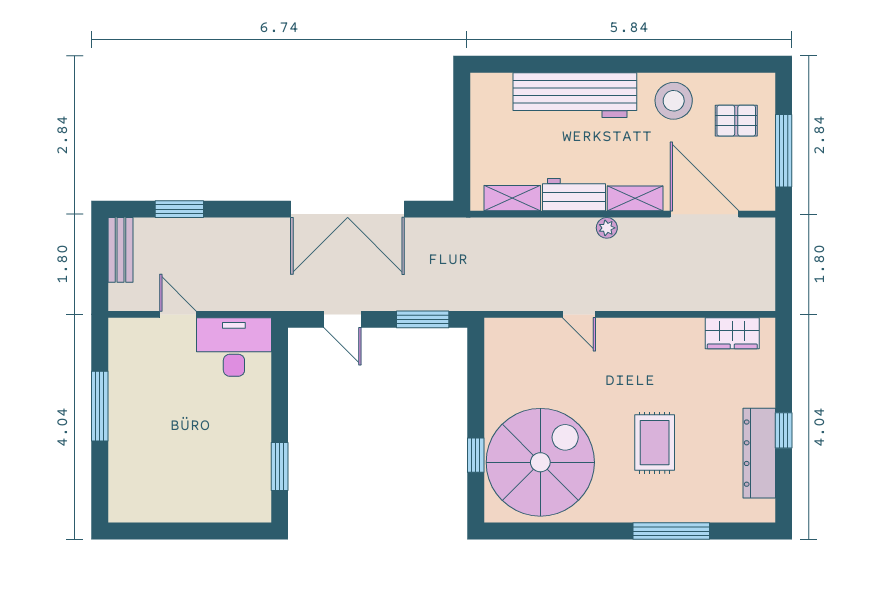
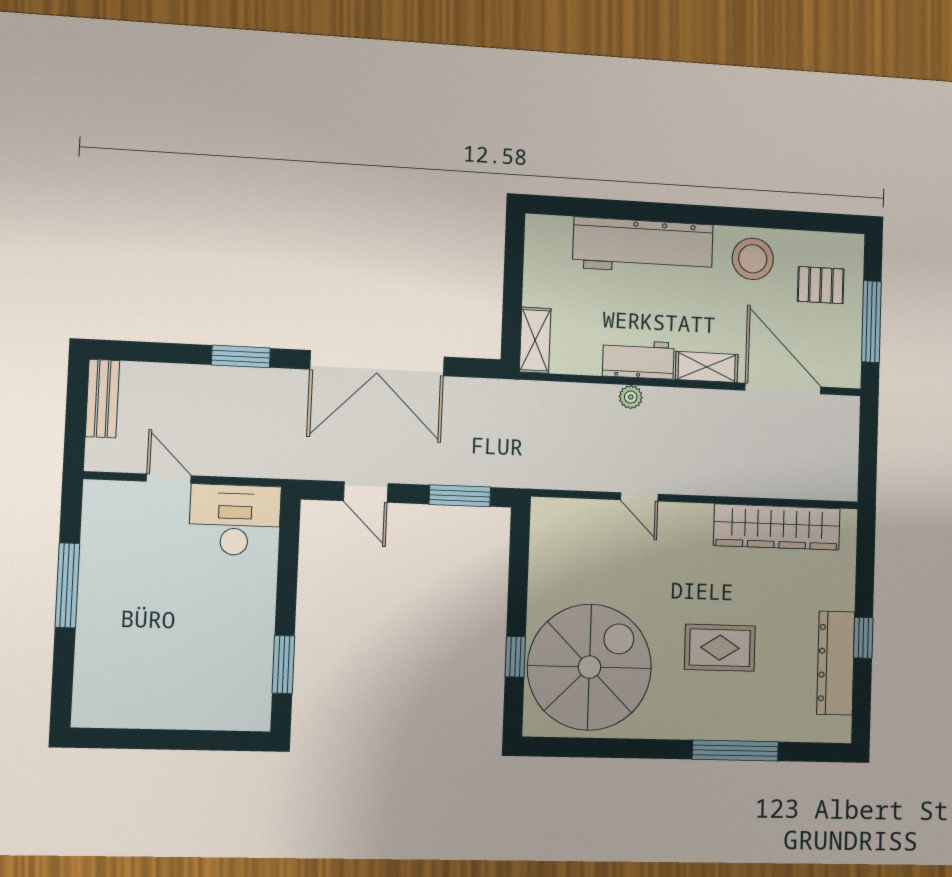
shelving: (512, 198) -> (535, 340), moved, turned 90
window: (179, 209) -> (241, 356), moved
plant: (607, 228) -> (631, 397), moved
wardrobe: (732, 333) -> (777, 527), width x2.10, depth x1.17
rug: (655, 443) -> (720, 648), turned 90

